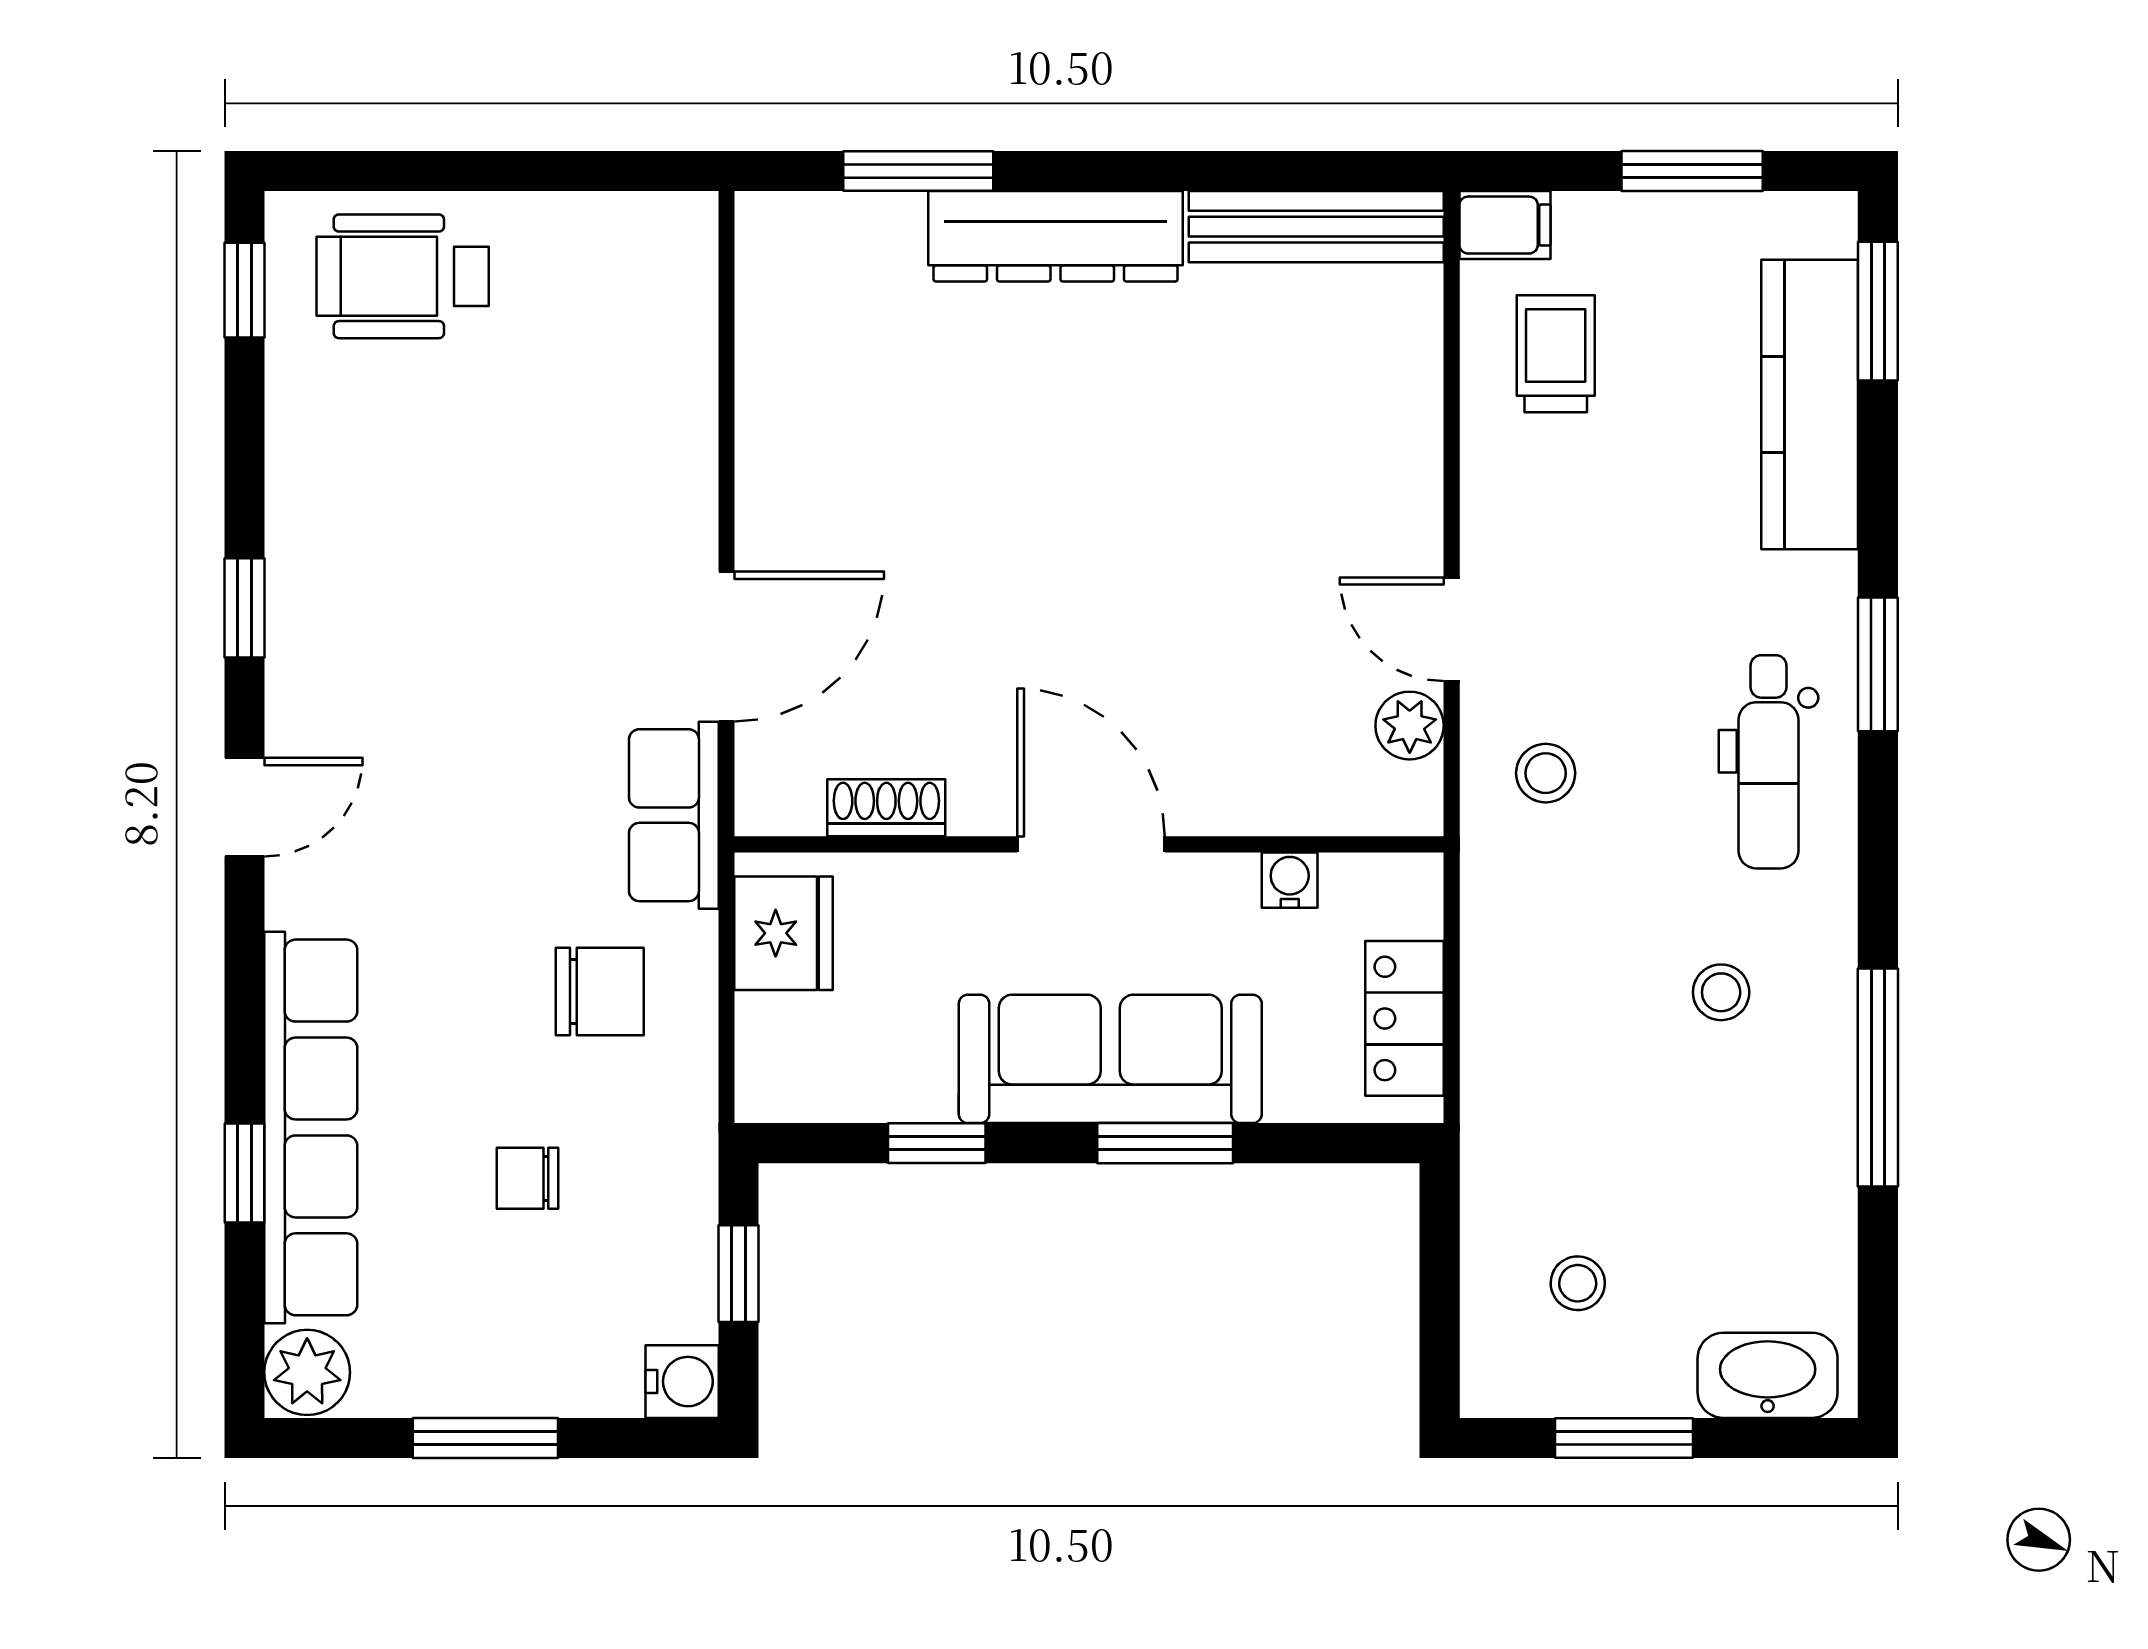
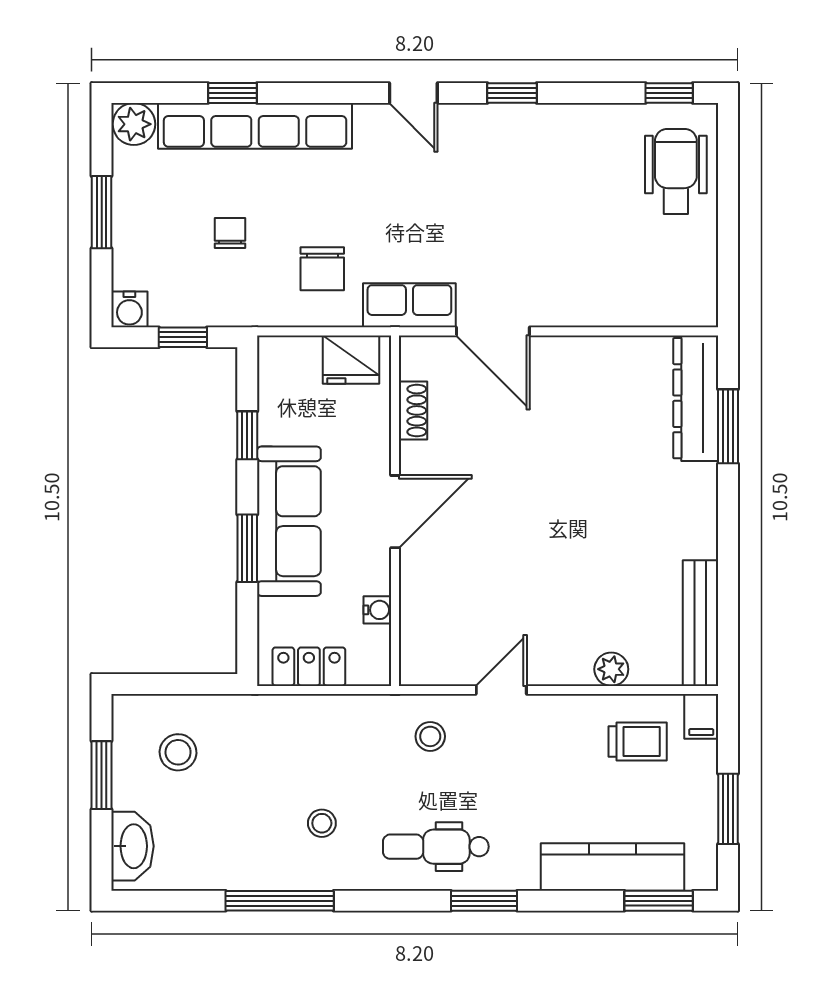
dresser: (1056, 236) -> (696, 398), moved
plant: (1410, 726) -> (611, 669), moved
stool: (1578, 1283) -> (178, 752), width x1.37, depth x1.37

